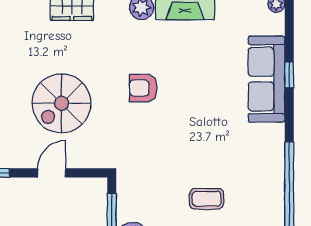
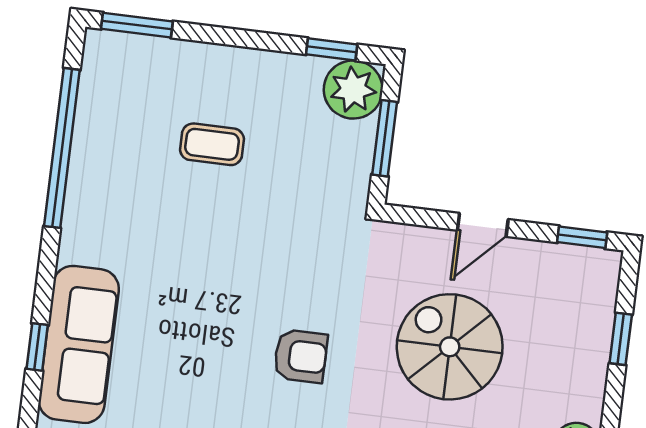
spiral stairs: (61, 103) -> (450, 347), turned -90

